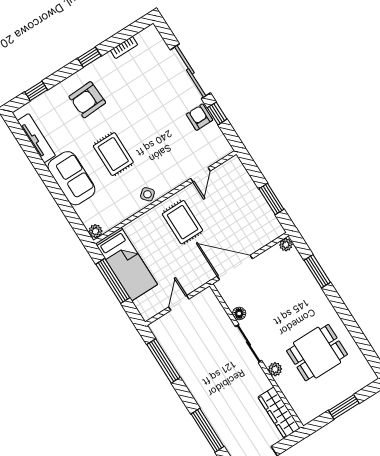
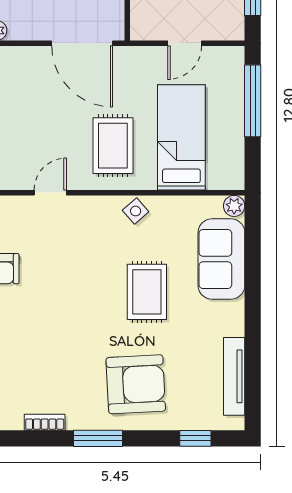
window: (89, 57) -> (98, 438), width x1.50
armchair: (87, 100) -> (136, 384), width x1.36, depth x1.36
sofa: (71, 178) -> (221, 259), moved
bed: (126, 264) -> (181, 137), moved
window: (113, 281) -> (253, 101), moved

